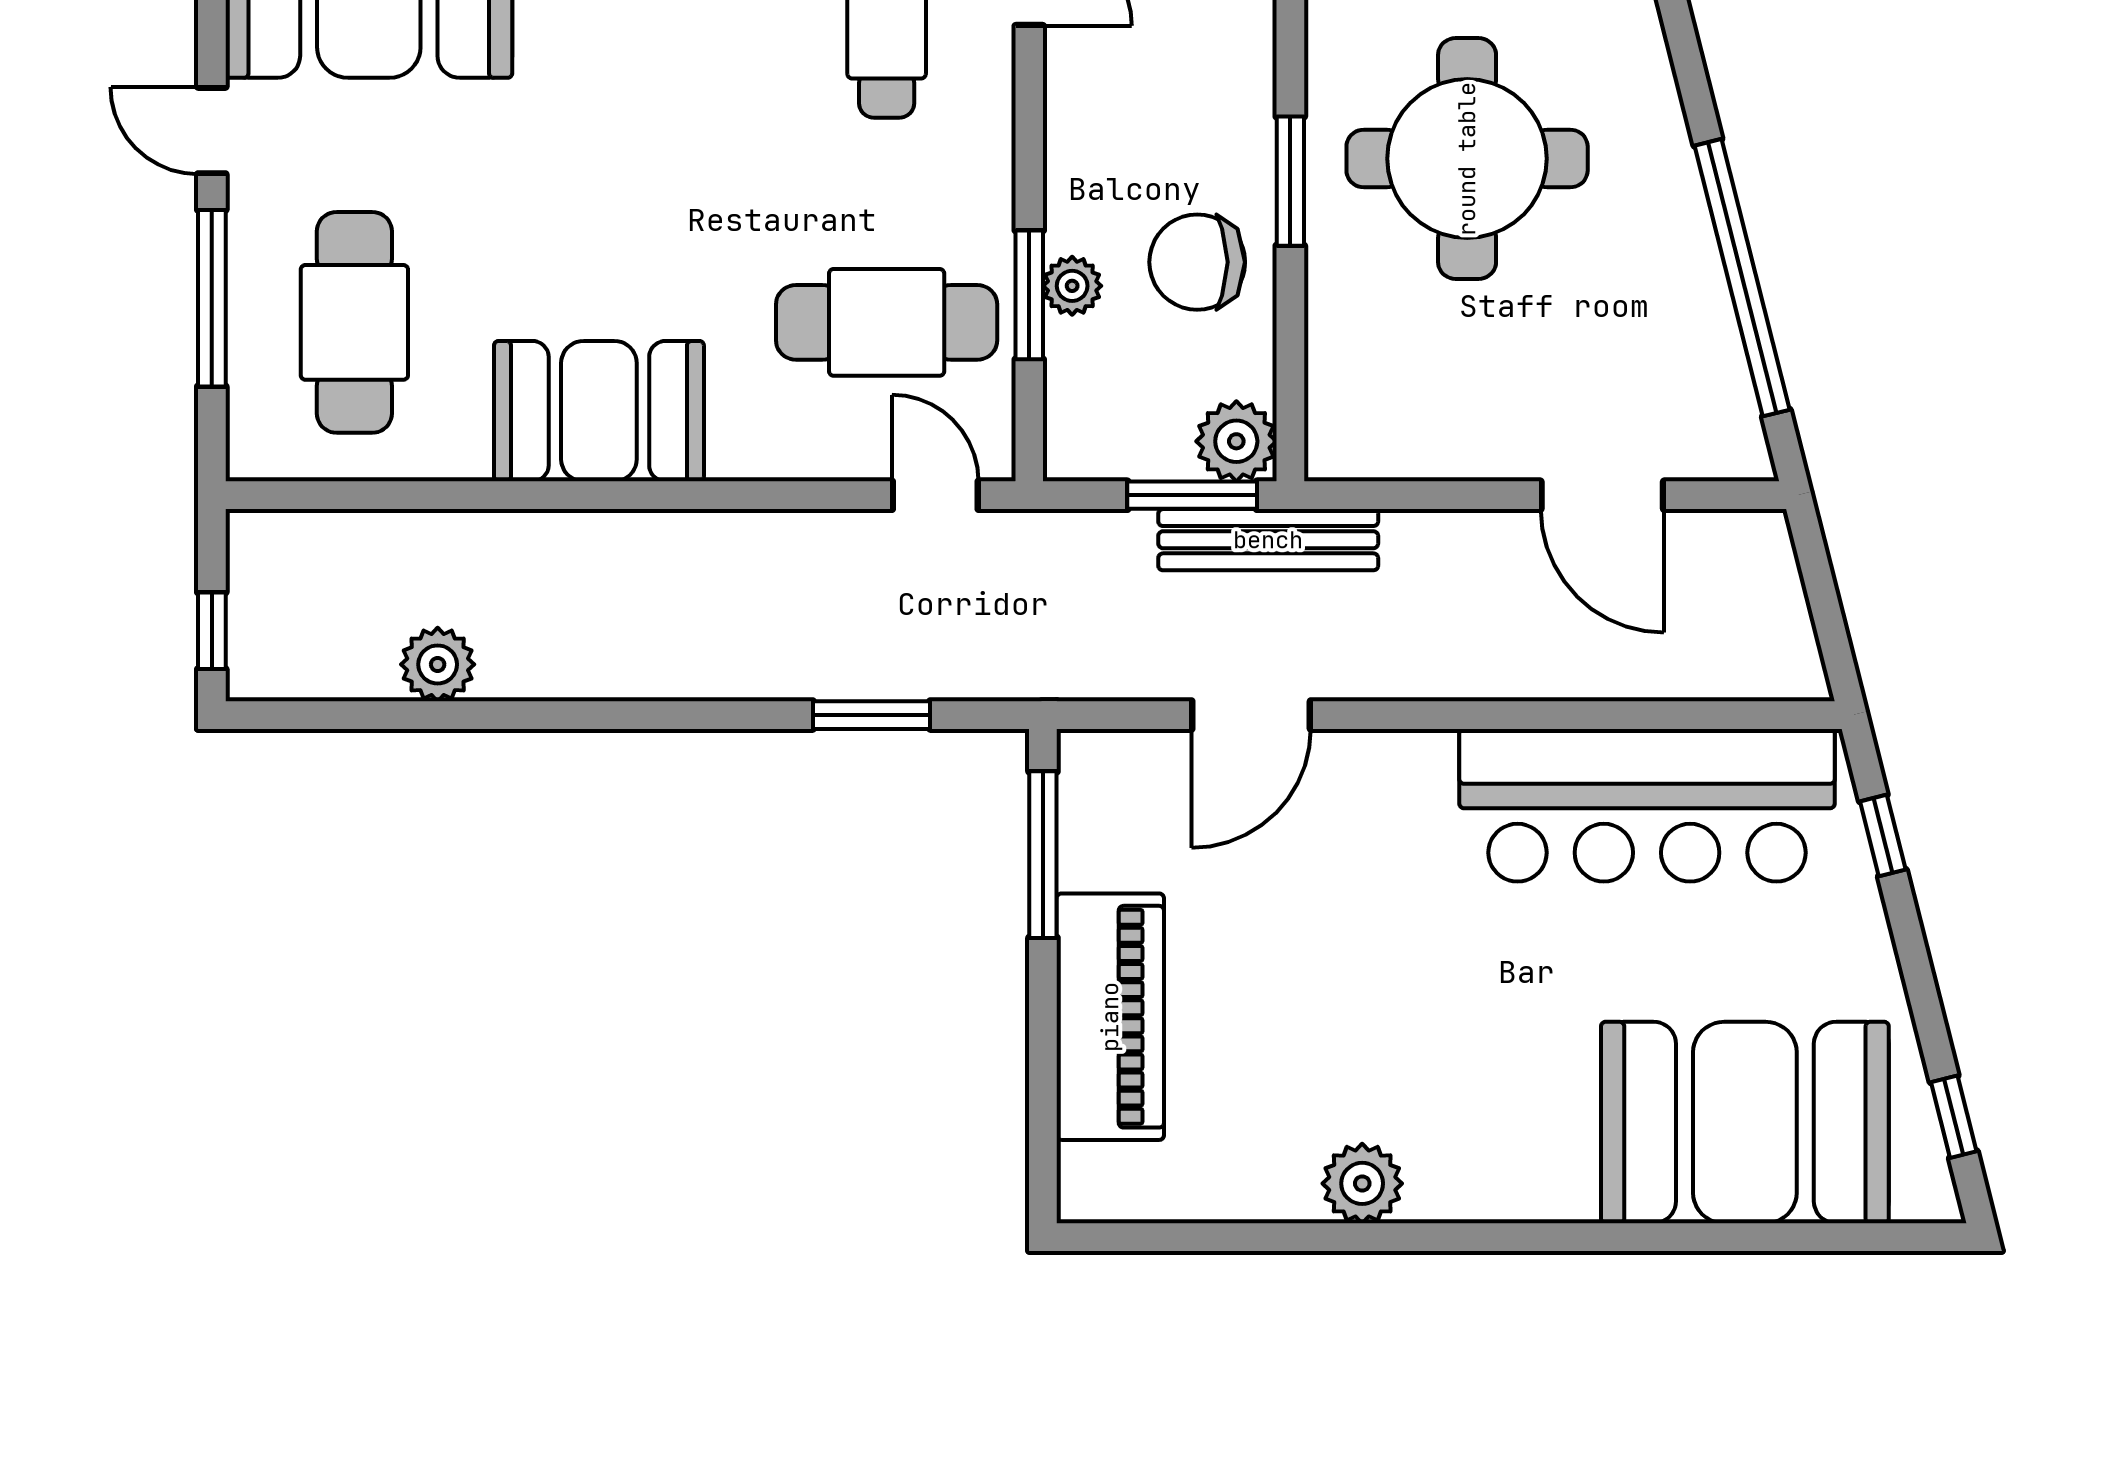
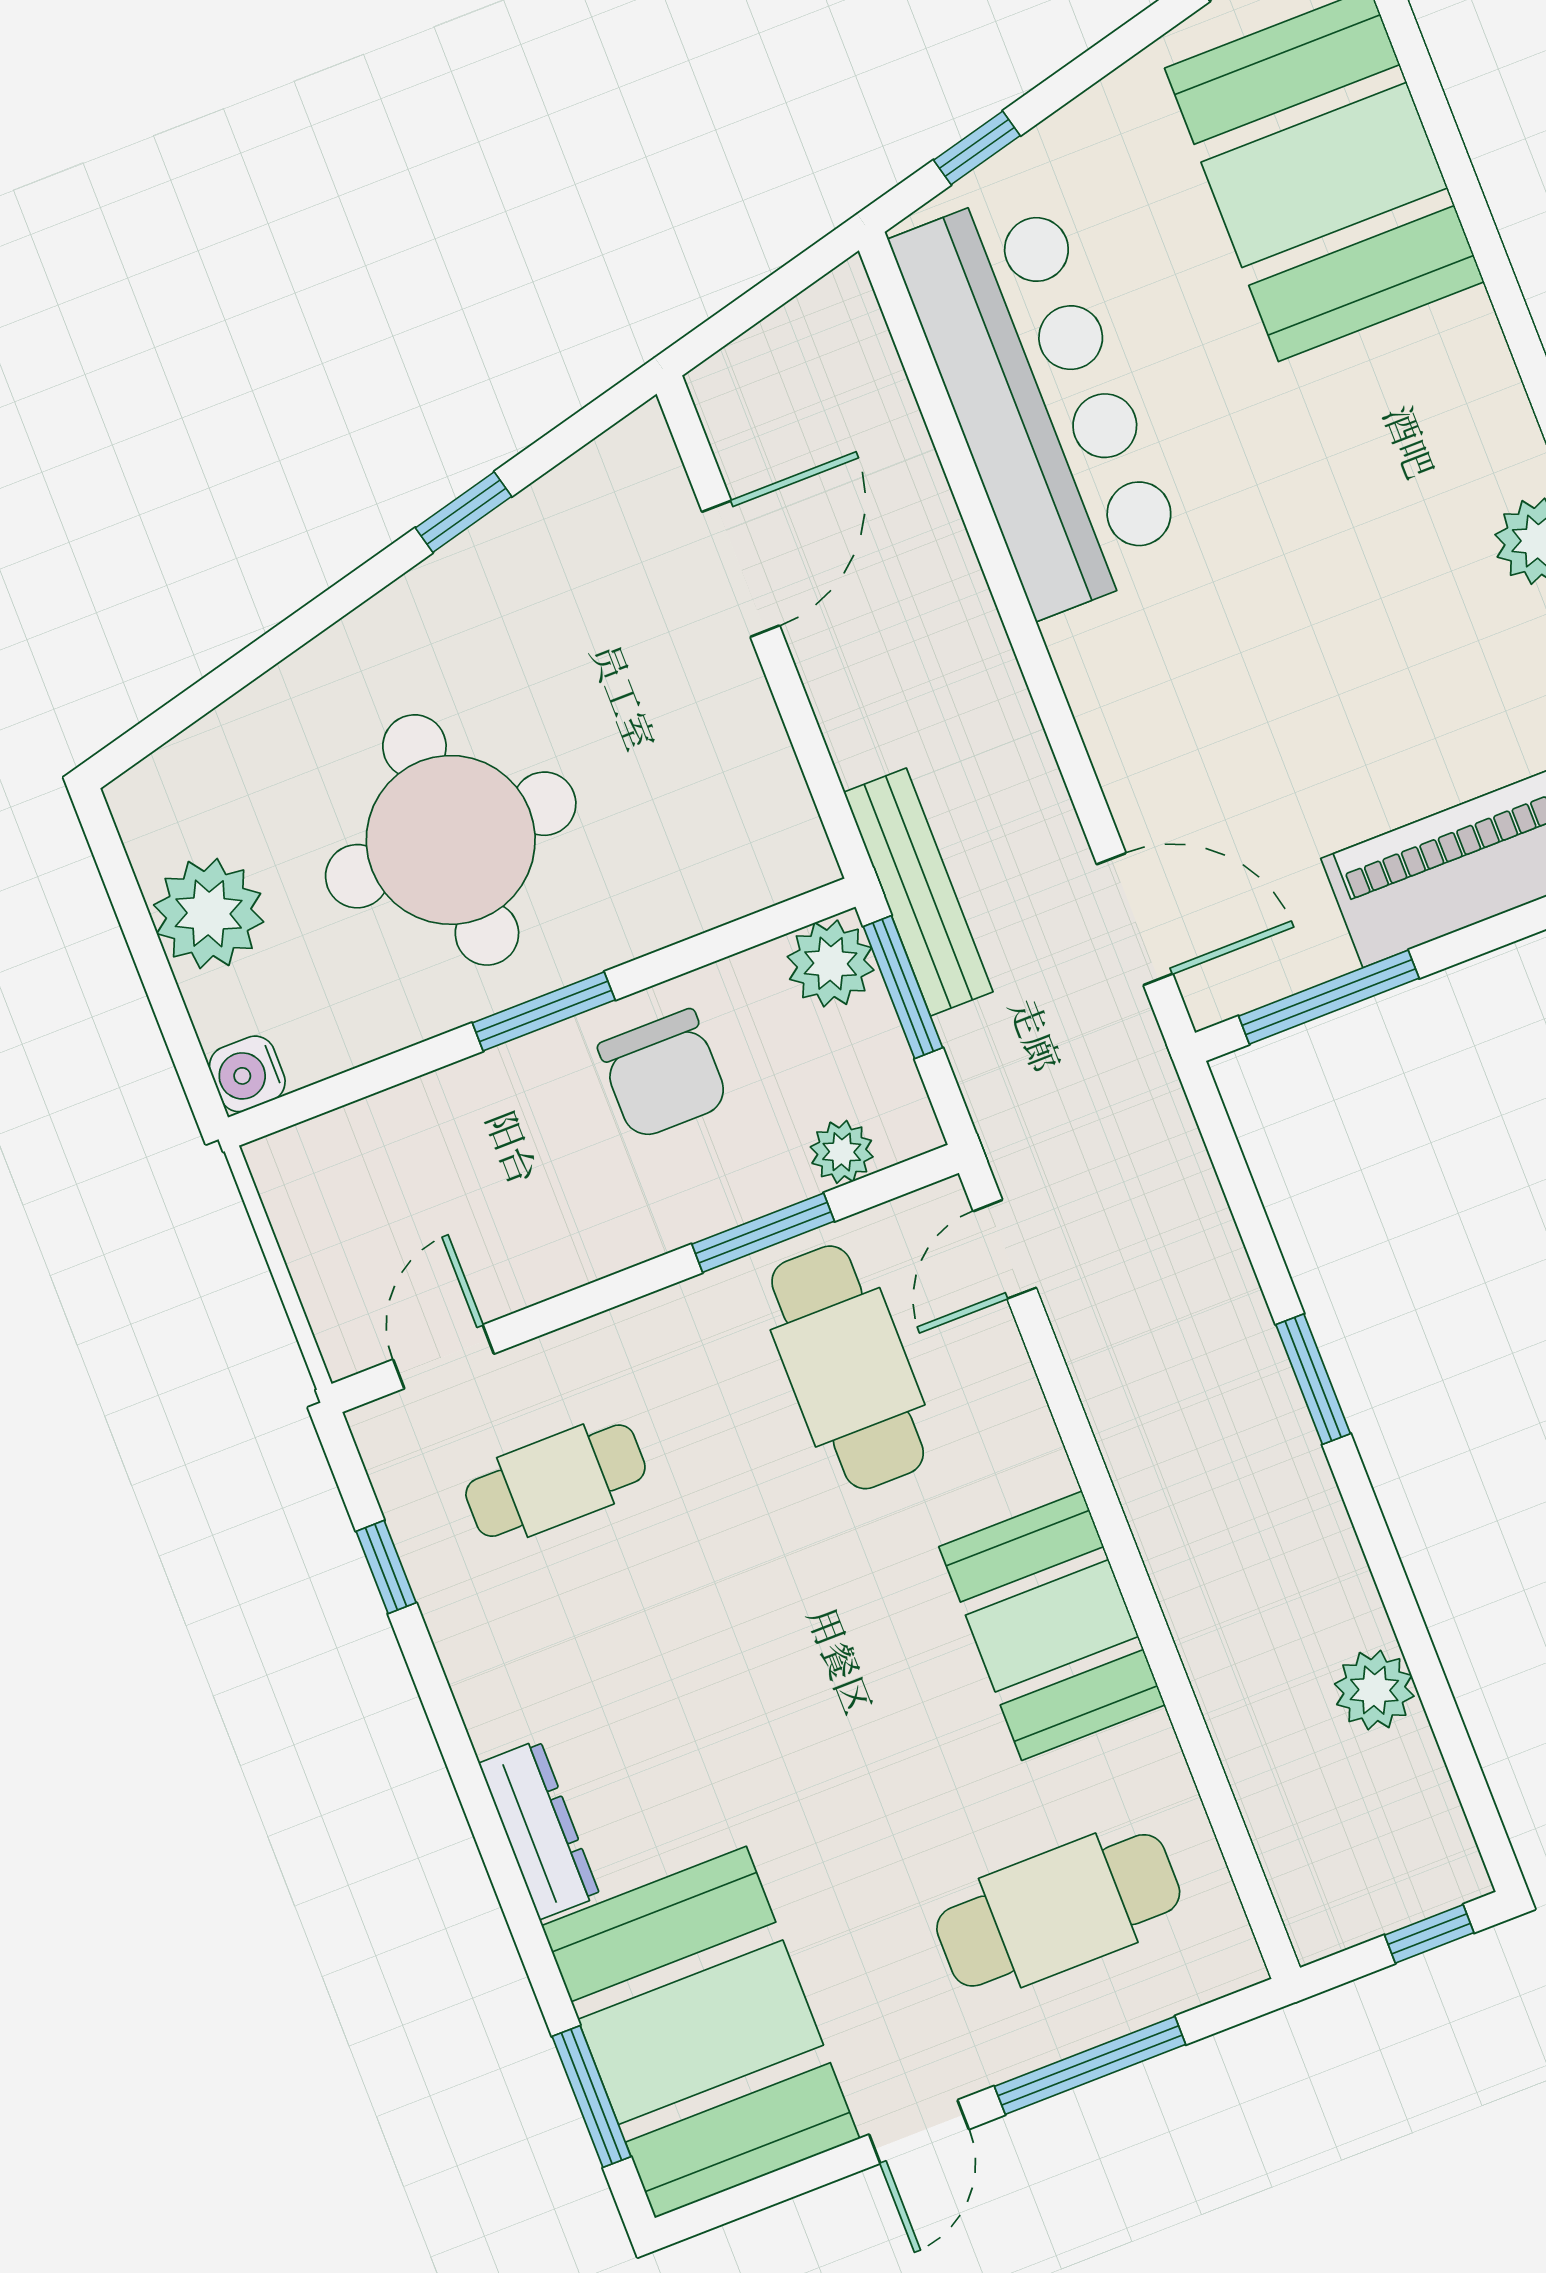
window: (1742, 278) -> (463, 512), width x0.32
plant: (1072, 286) -> (842, 1152), moved
window: (871, 715) -> (1313, 1379), moved
door: (1251, 715) -> (1135, 919), moved

